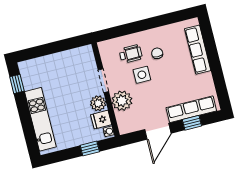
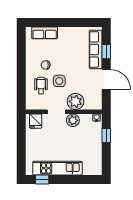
row of seats: (198, 50) -> (45, 33), width x0.68
kitchen unit: (40, 119) -> (57, 168), moved
fridge: (101, 120) -> (36, 121), moved

